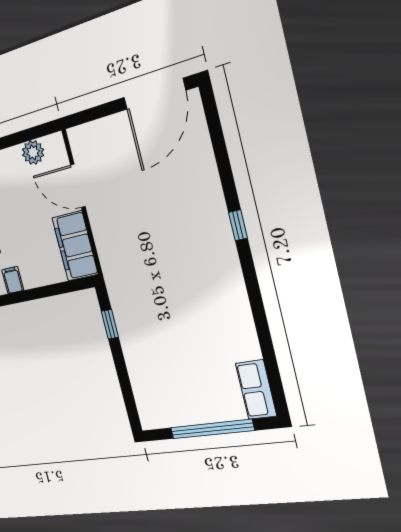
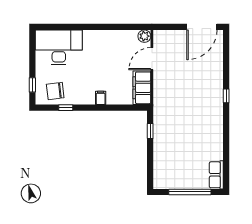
plant: (33, 152) -> (144, 36), moved
door: (78, 186) -> (152, 59), hinge flipped

